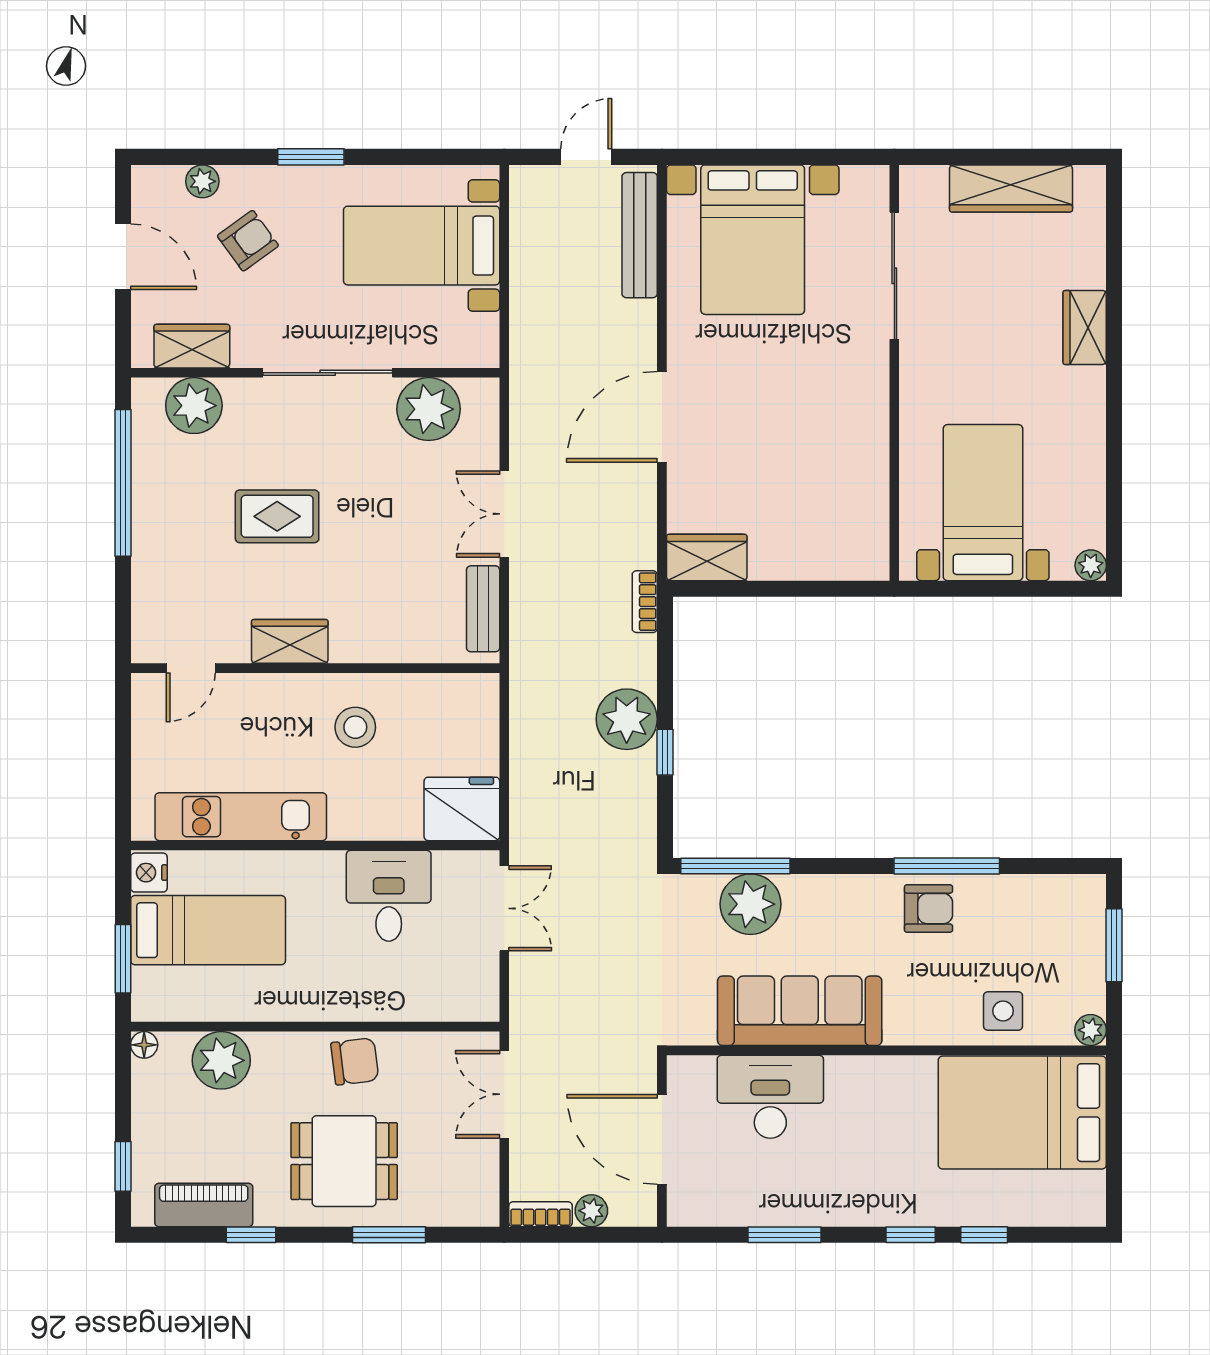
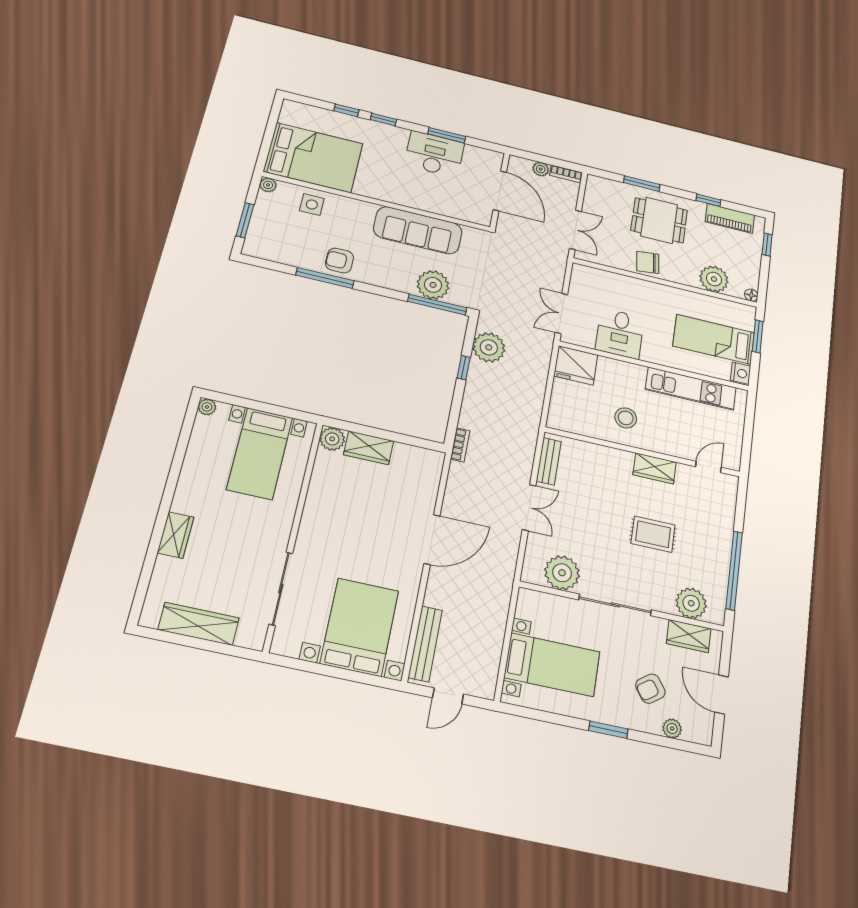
wardrobe: (707, 557) -> (369, 448), moved
plant: (867, 559) -> (332, 439), added
plant: (627, 719) -> (489, 347), moved
desk: (770, 1097) -> (434, 154), moved, turned 180

